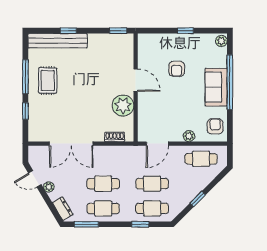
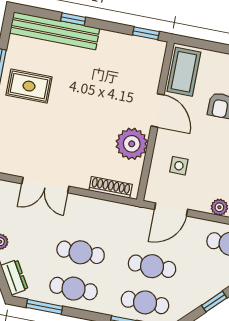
coffee table: (148, 51) -> (184, 72), added
rug: (48, 80) -> (29, 86), turned 90
side table: (157, 114) -> (179, 166), added
shoe rack: (115, 137) -> (111, 187), width x1.43
double door: (71, 144) -> (45, 185), width x0.73

